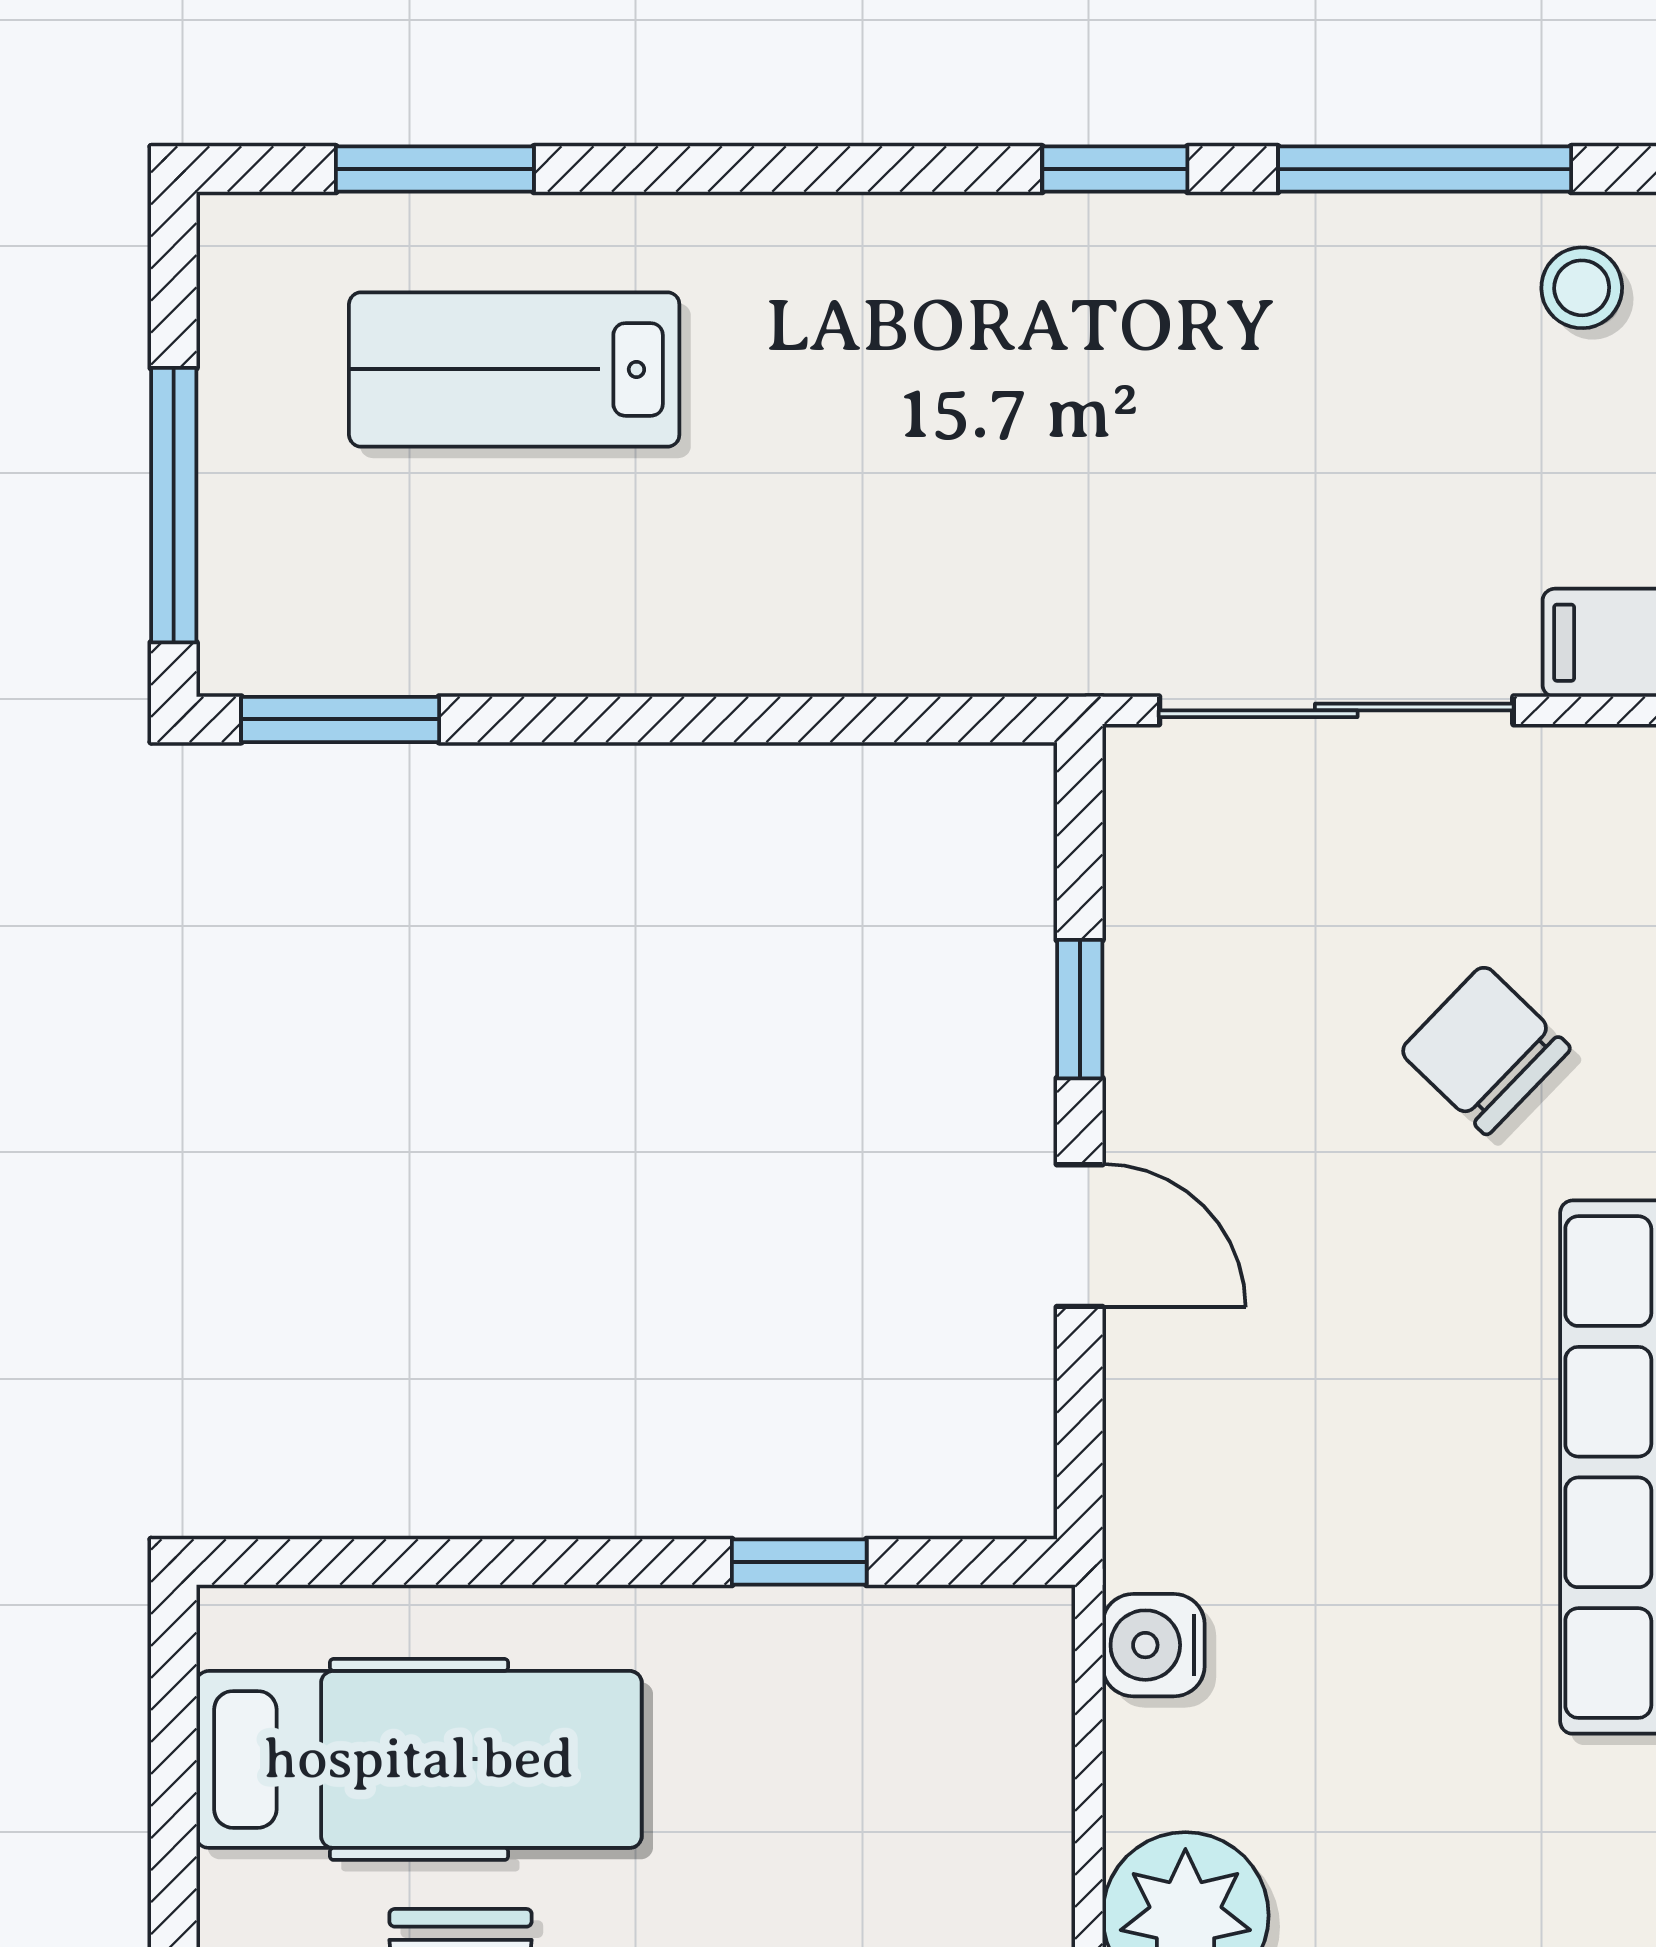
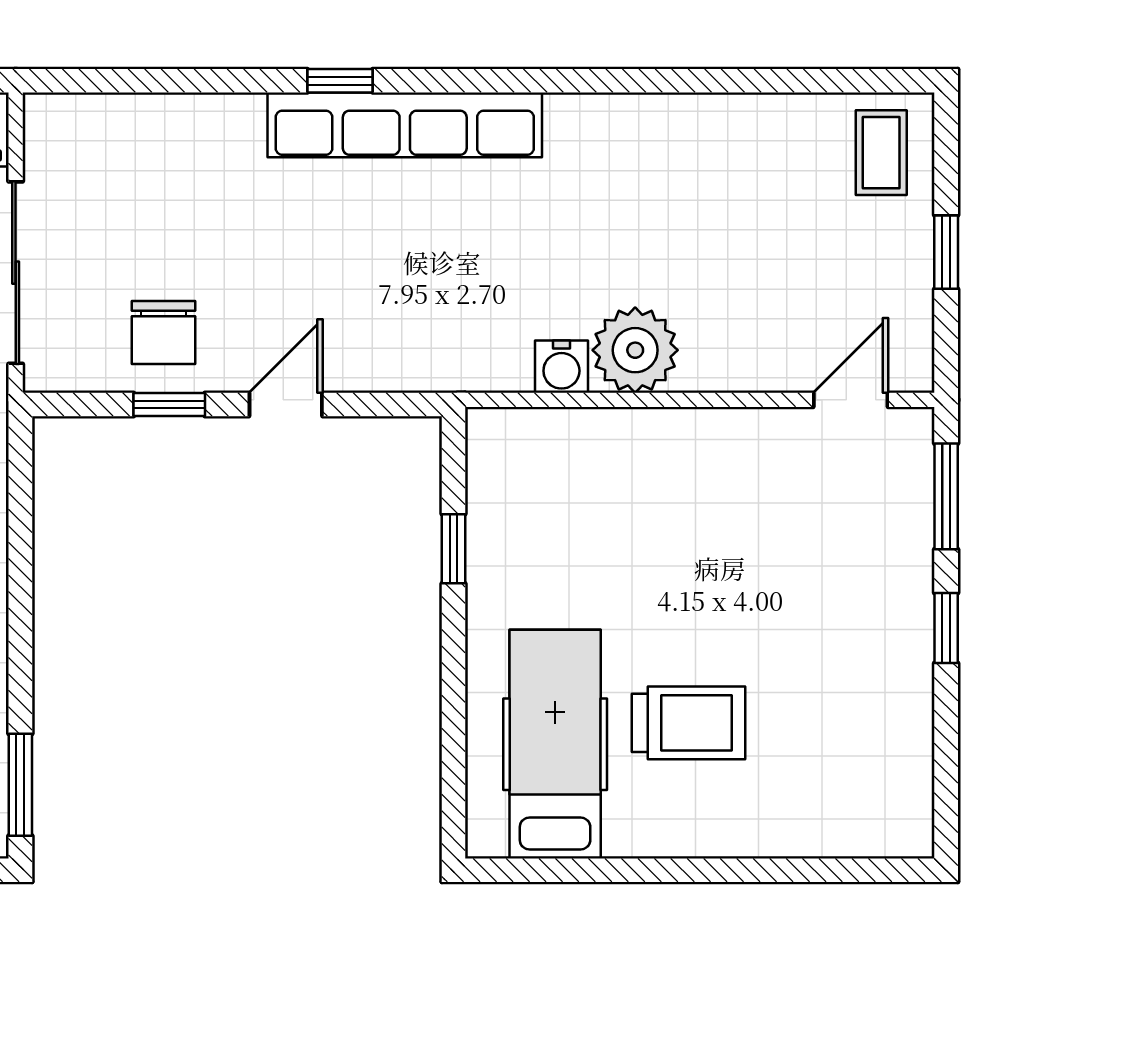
chair: (1485, 1050) -> (163, 333), moved, turned -44
water cooler: (1153, 1645) -> (561, 367), moved

